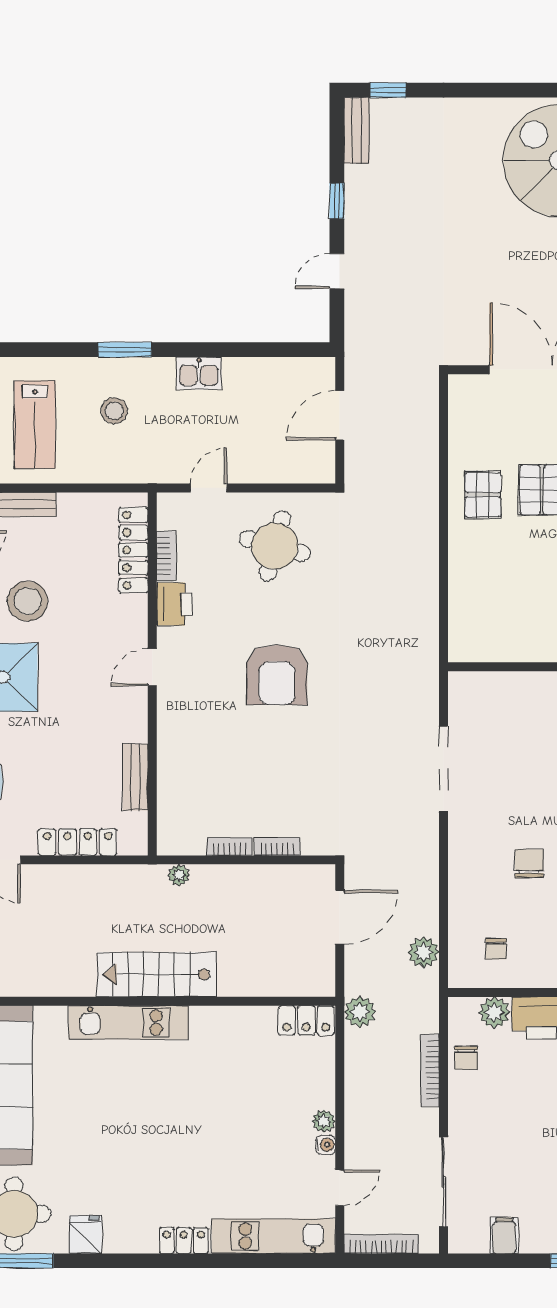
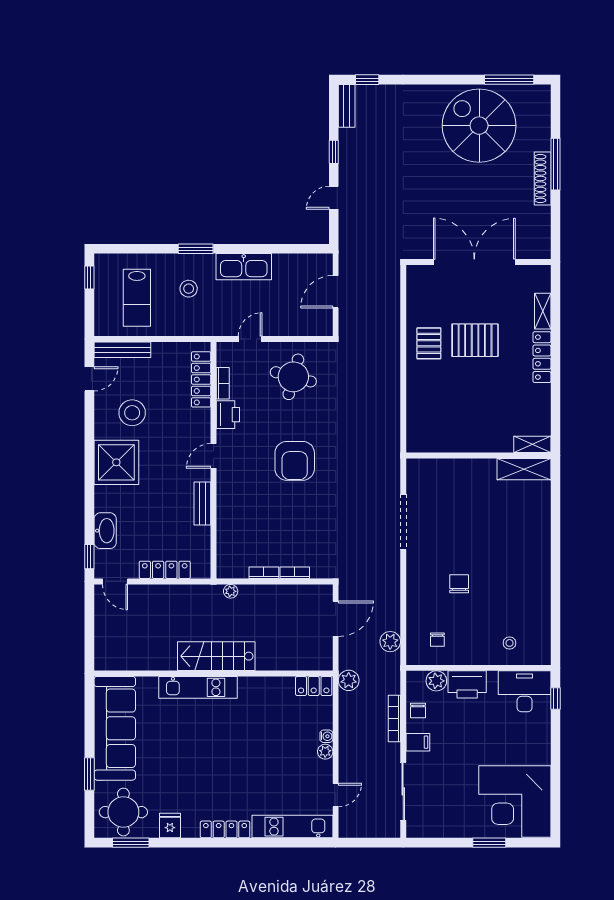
kitchen sink: (199, 373) -> (244, 267), width x1.88, depth x1.24
bench: (135, 777) -> (202, 503), moved
water cooler: (326, 1145) -> (326, 736), moved
filing cabinet: (504, 1235) -> (418, 742), moved, turned 90
locker: (184, 1241) -> (225, 829), width x1.53
bookcase: (381, 1244) -> (363, 832), removed

